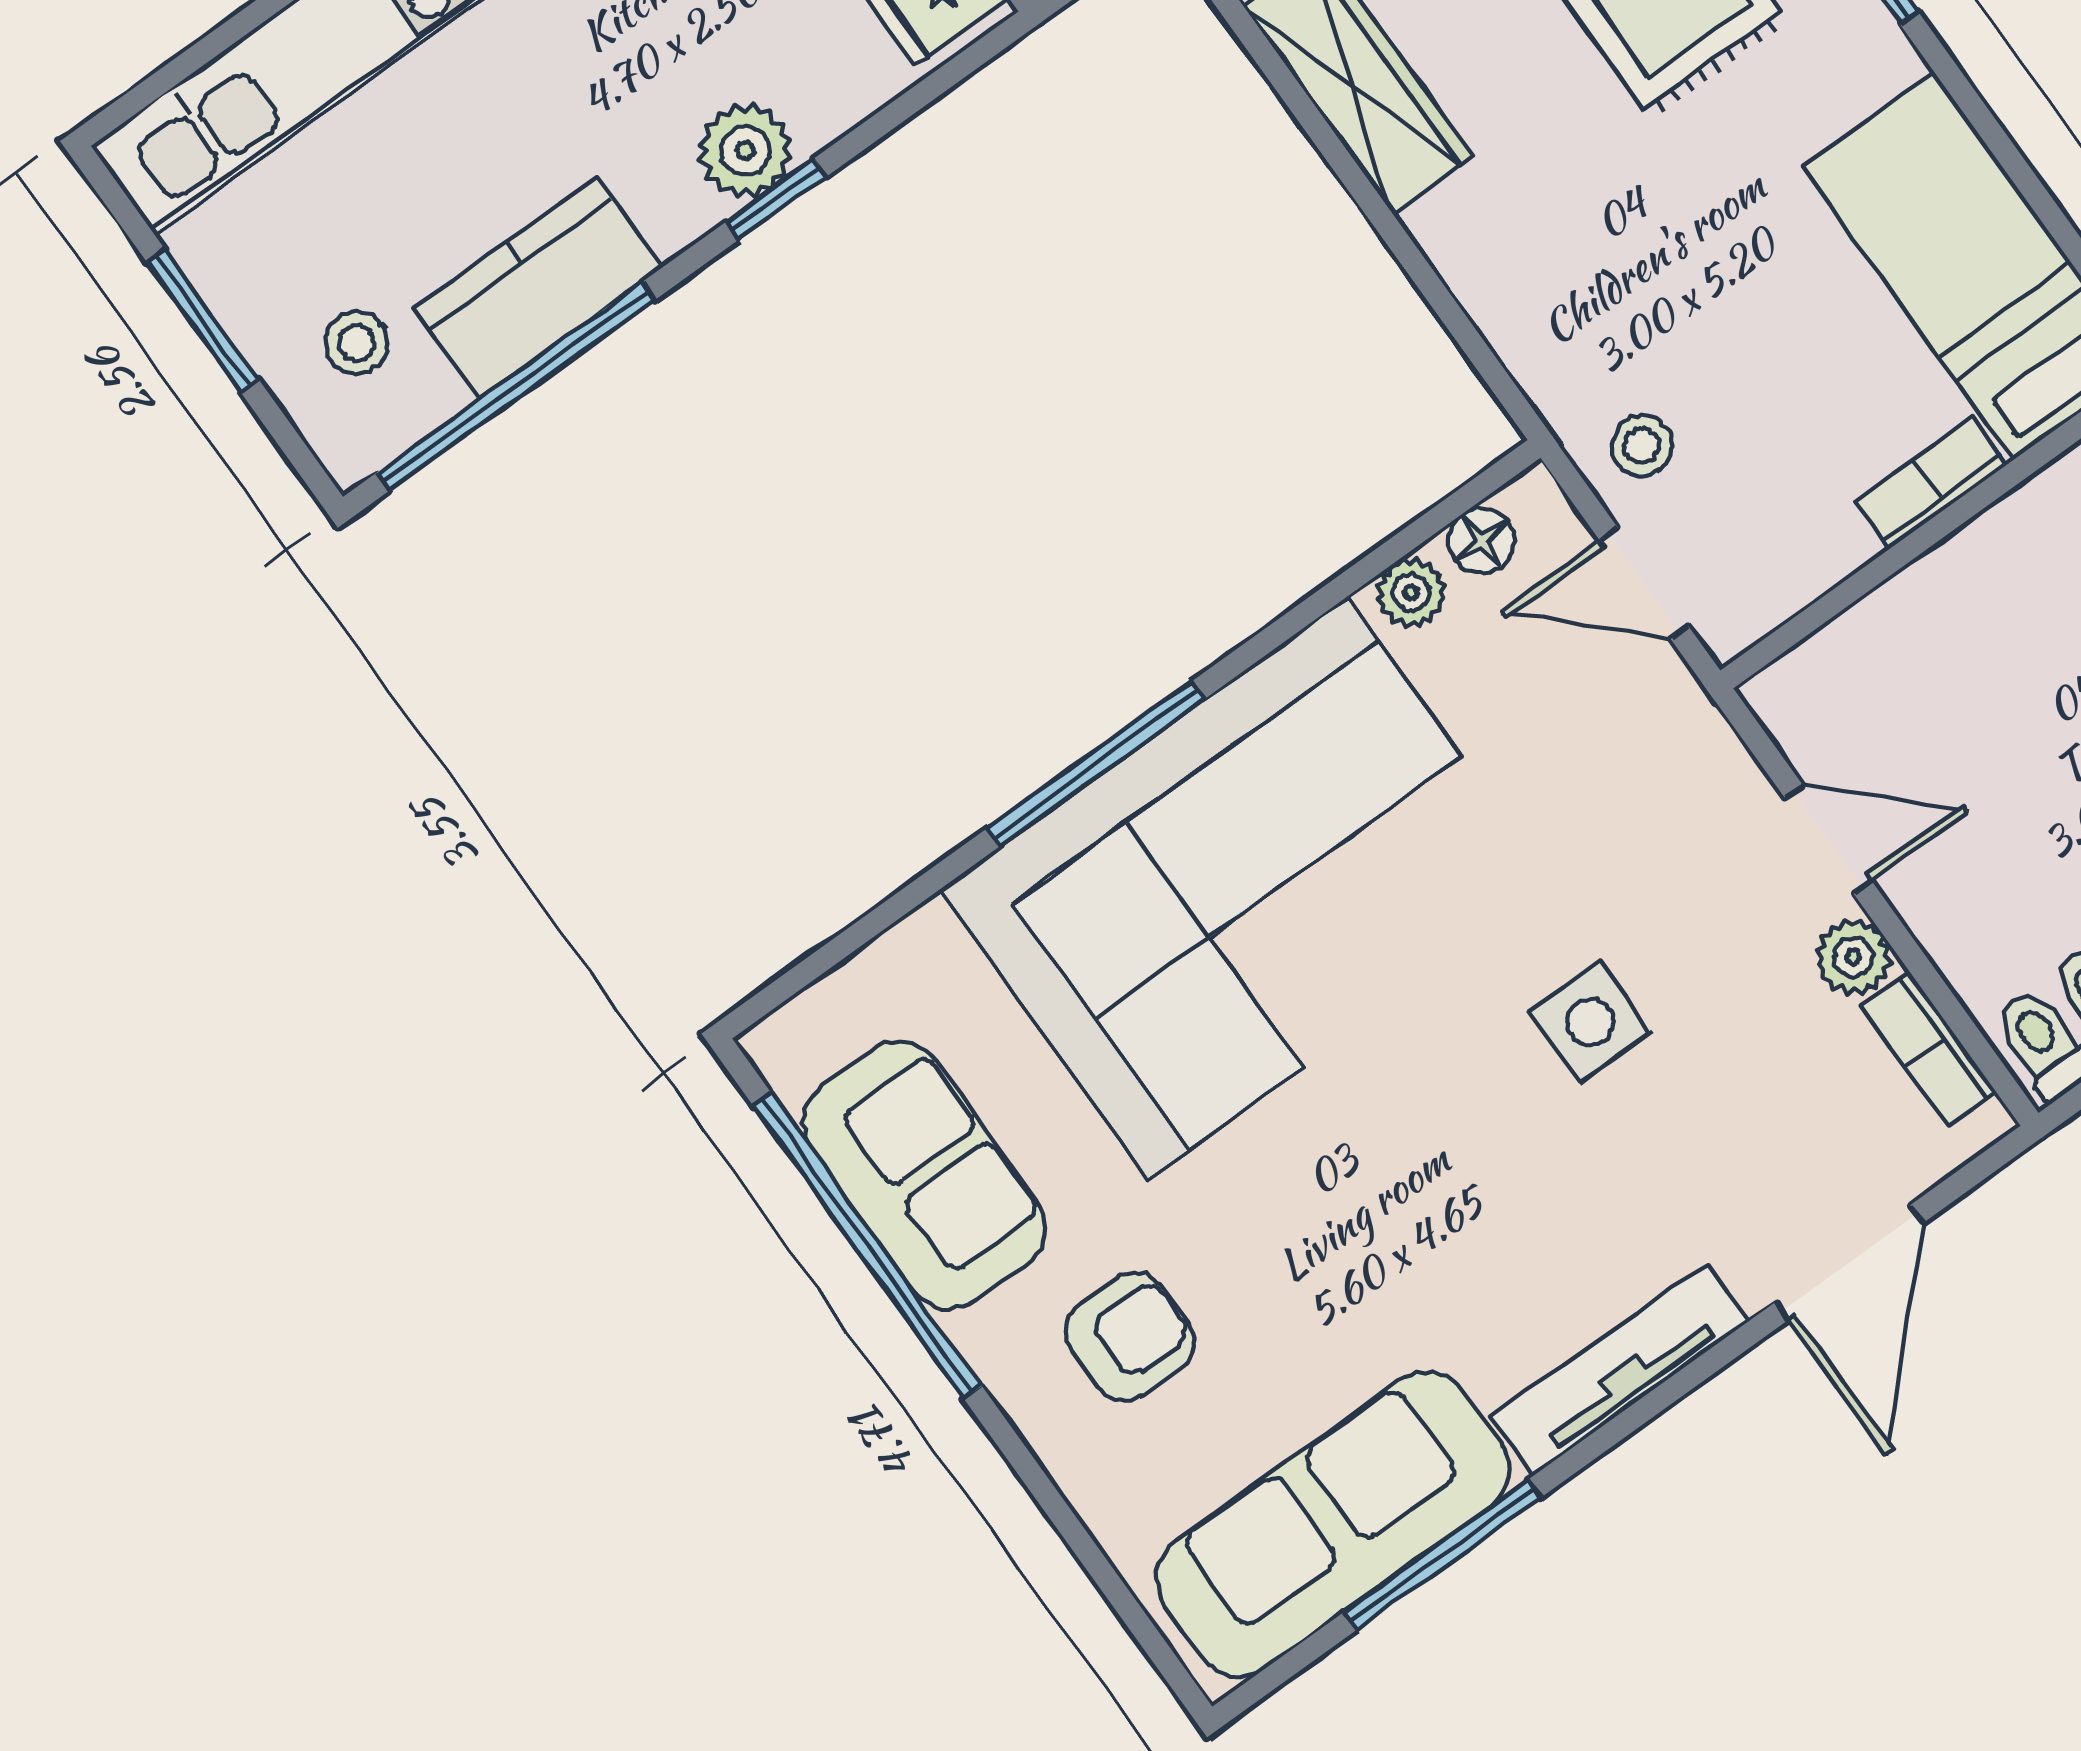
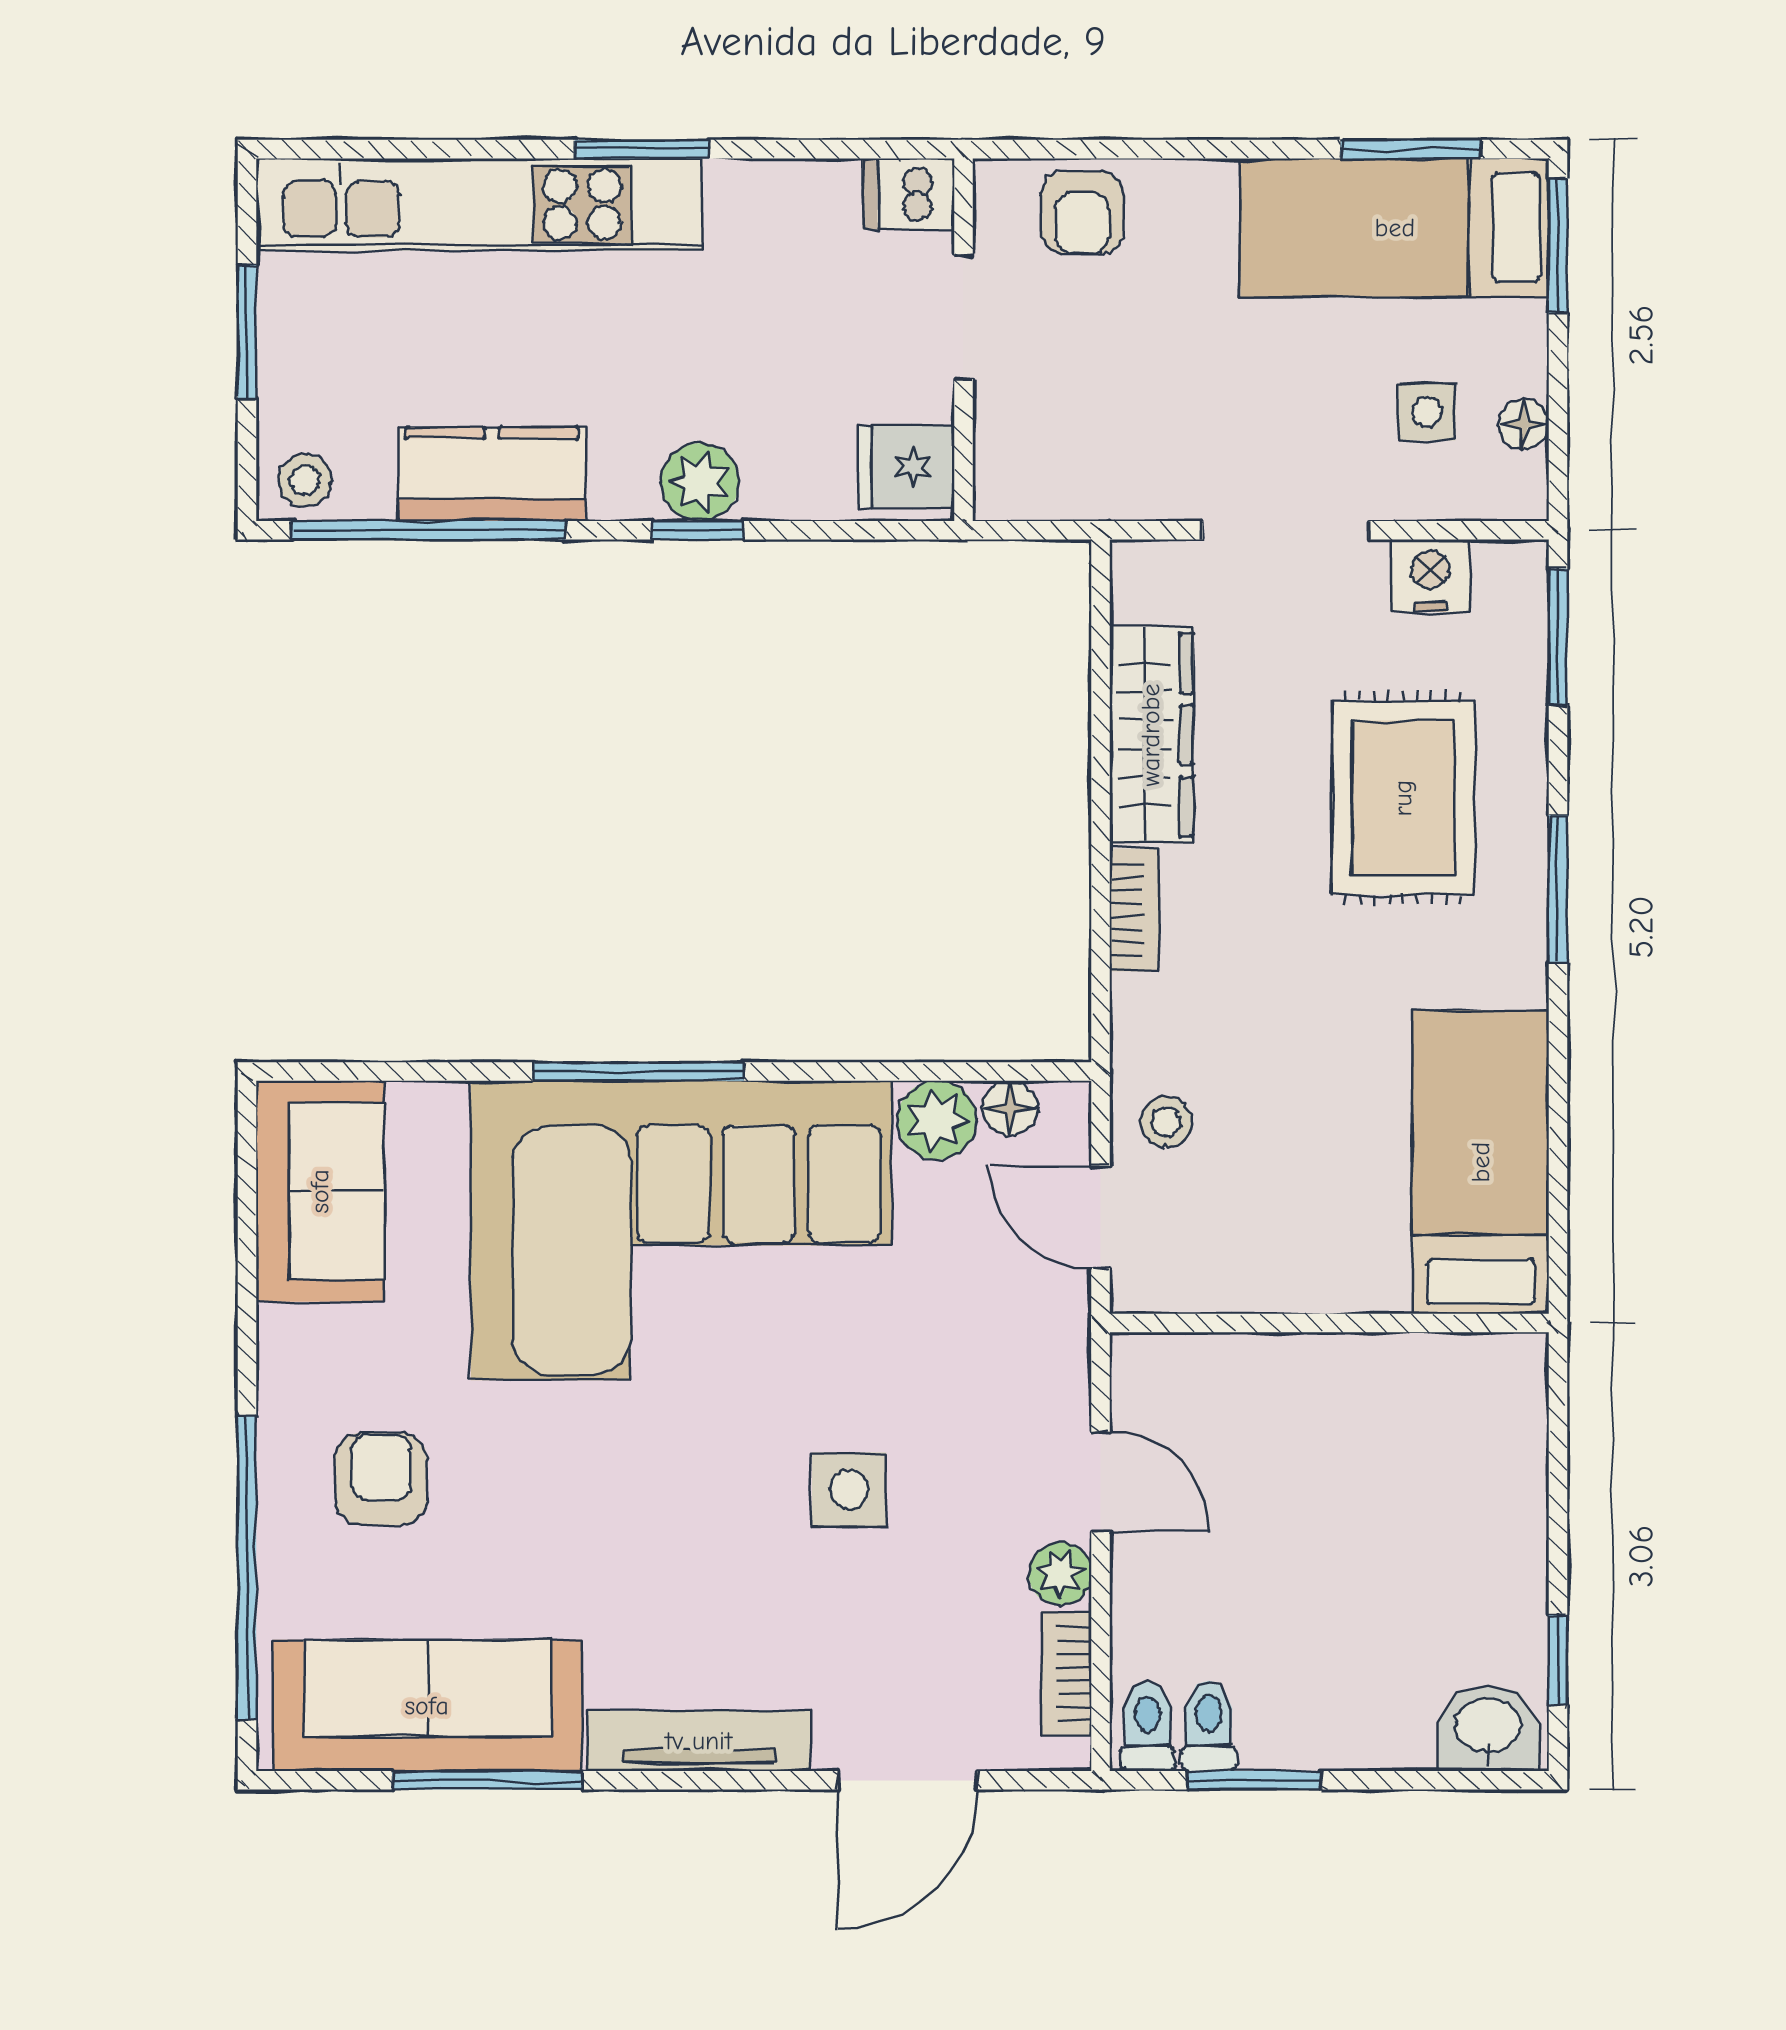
stool: (357, 343) -> (305, 481), moved
bookcase: (1931, 483) -> (1134, 910), moved, turned 90
plant: (1411, 593) -> (937, 1120), width x1.38, depth x1.38
sofa: (924, 1175) -> (320, 1191), moved
window: (867, 1245) -> (247, 1567), moved
armchair: (1130, 1337) -> (381, 1479), turned -90

